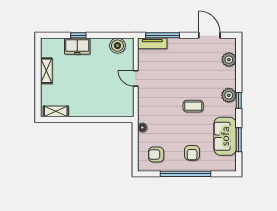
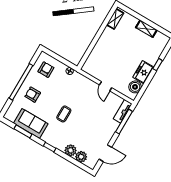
freezer: (77, 46) -> (143, 72), moved
door: (136, 78) -> (106, 86), swing flipped
plant: (229, 95) -> (71, 150), moved

